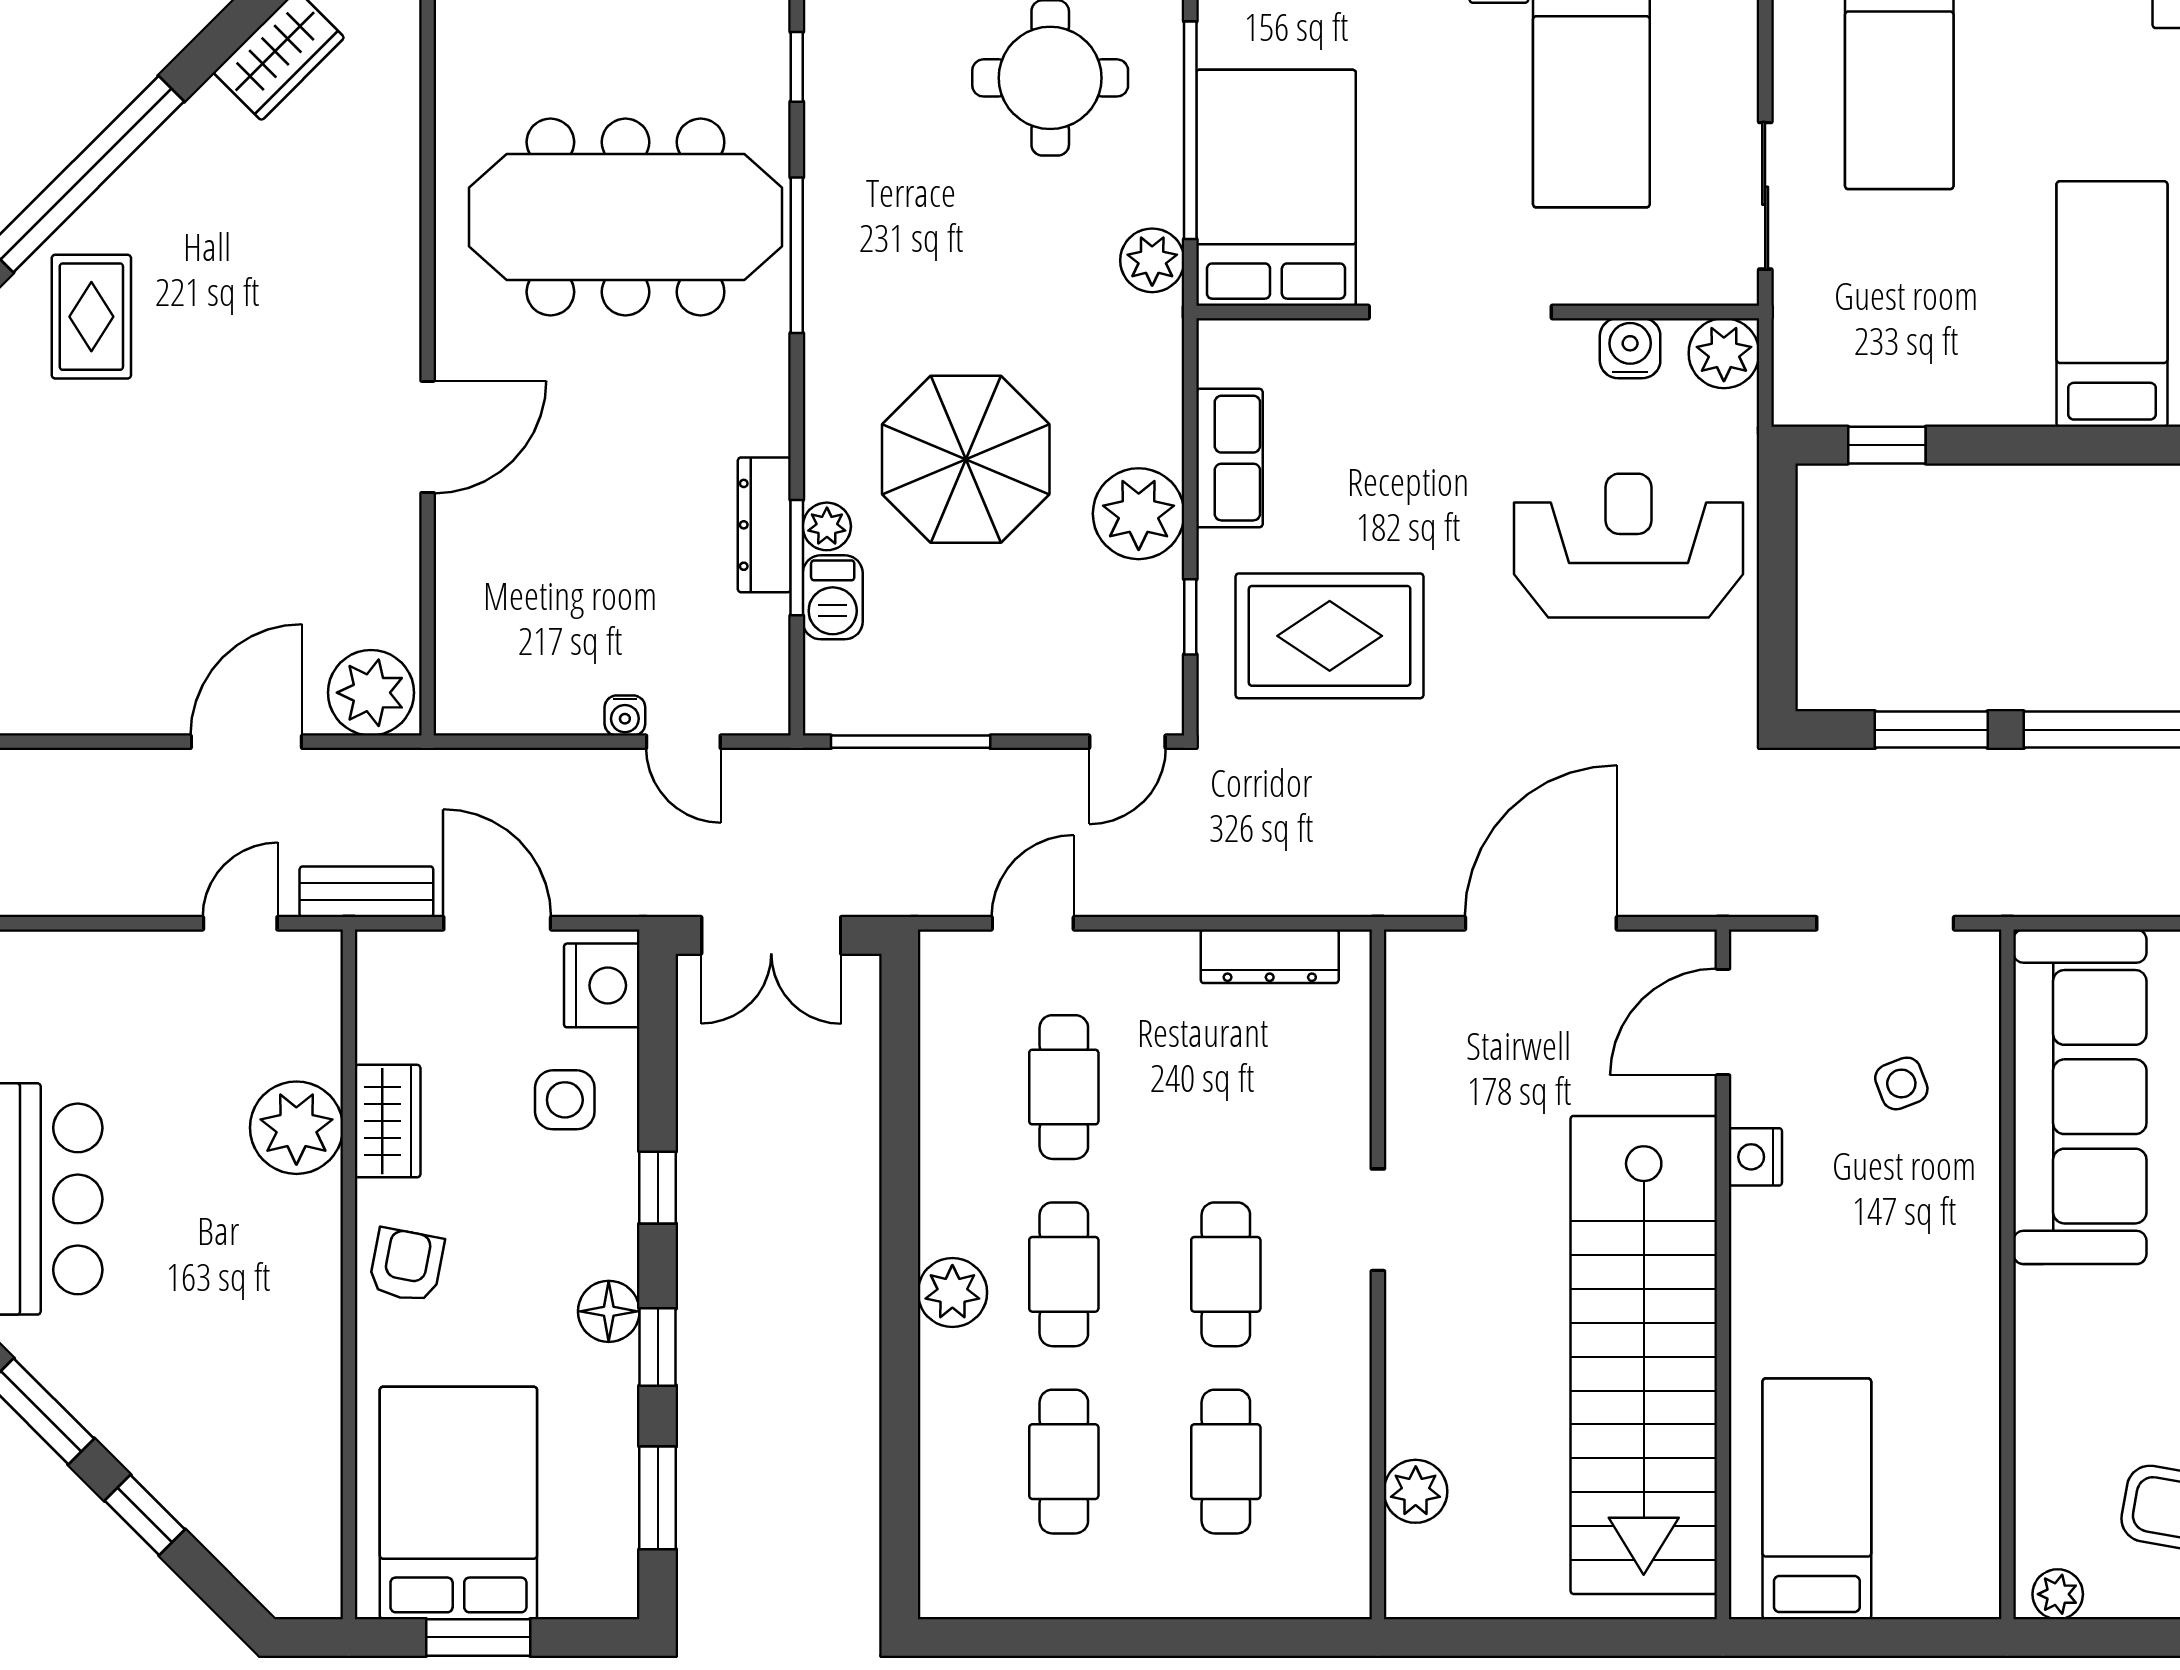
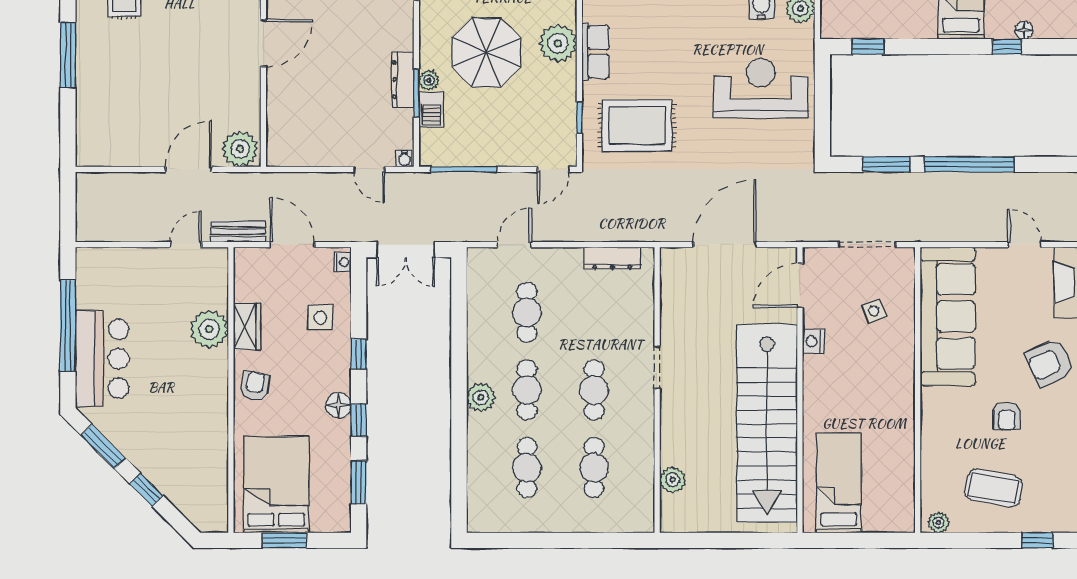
plant: (1139, 514) -> (558, 43), moved
water cooler: (625, 715) -> (404, 158), moved
nightstand: (602, 985) -> (343, 262), width x0.53, depth x0.56

